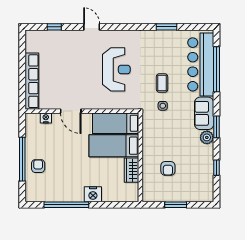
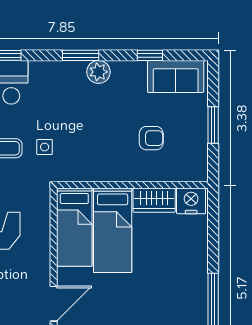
sofa: (204, 113) -> (176, 76), moved
nightstand: (93, 194) -> (191, 201), moved, turned -90

